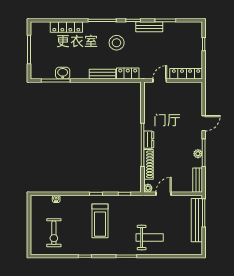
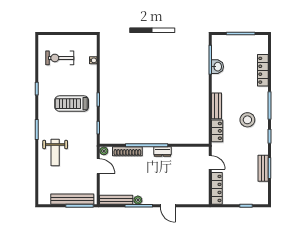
bench: (149, 27) -> (263, 168), moved
dresser: (149, 140) -> (162, 152), moved
bench: (198, 180) -> (116, 200), width x1.36

